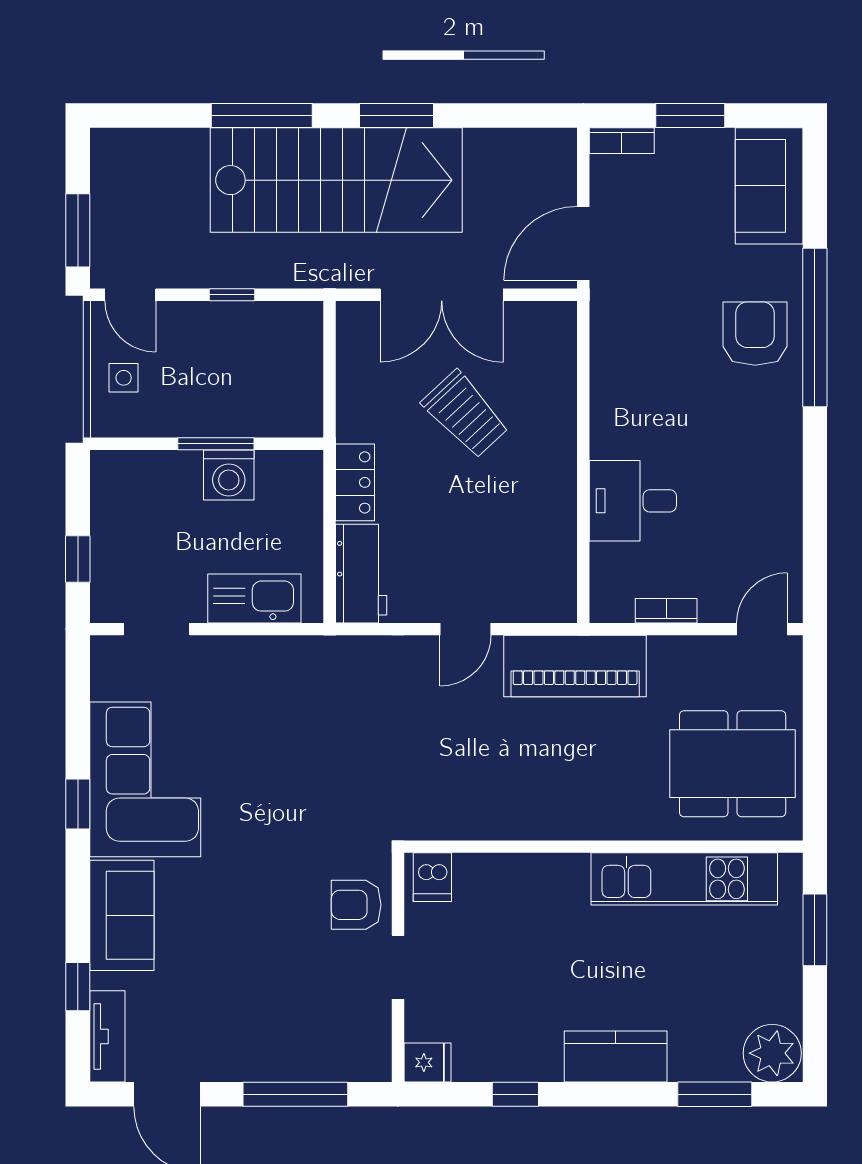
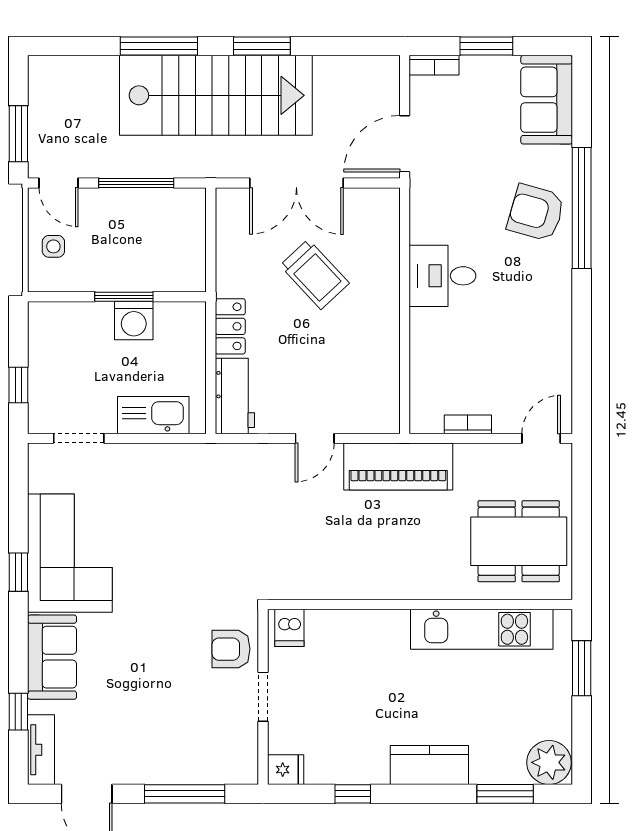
window: (232, 295) -> (136, 183), width x2.17
armchair: (755, 334) -> (536, 213), turned -74
desk: (633, 501) -> (442, 276), moved

